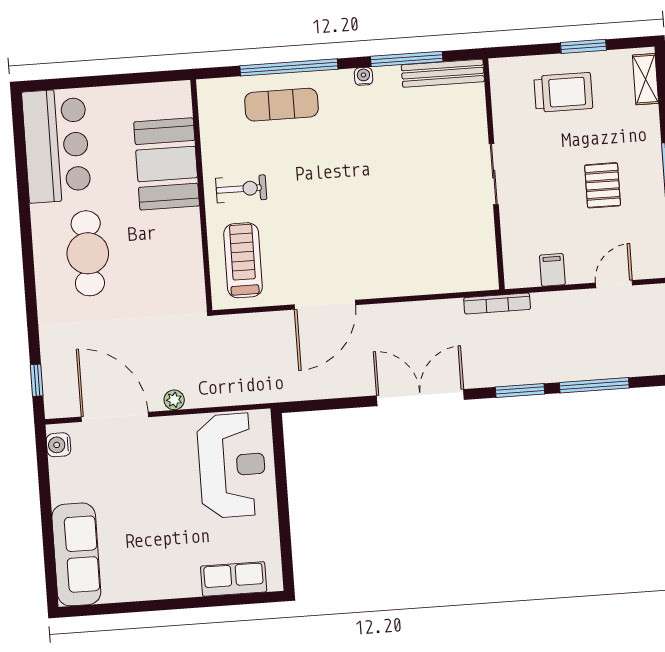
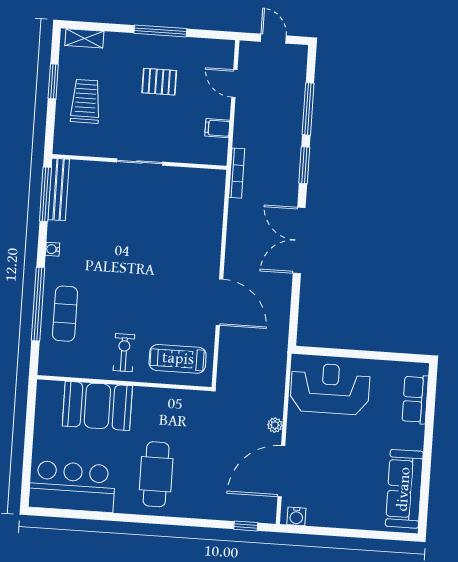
window: (407, 59) -> (45, 194), moved
cafe table: (88, 253) -> (156, 474), turned 90
sofa: (76, 554) -> (404, 489), moved, turned -90

